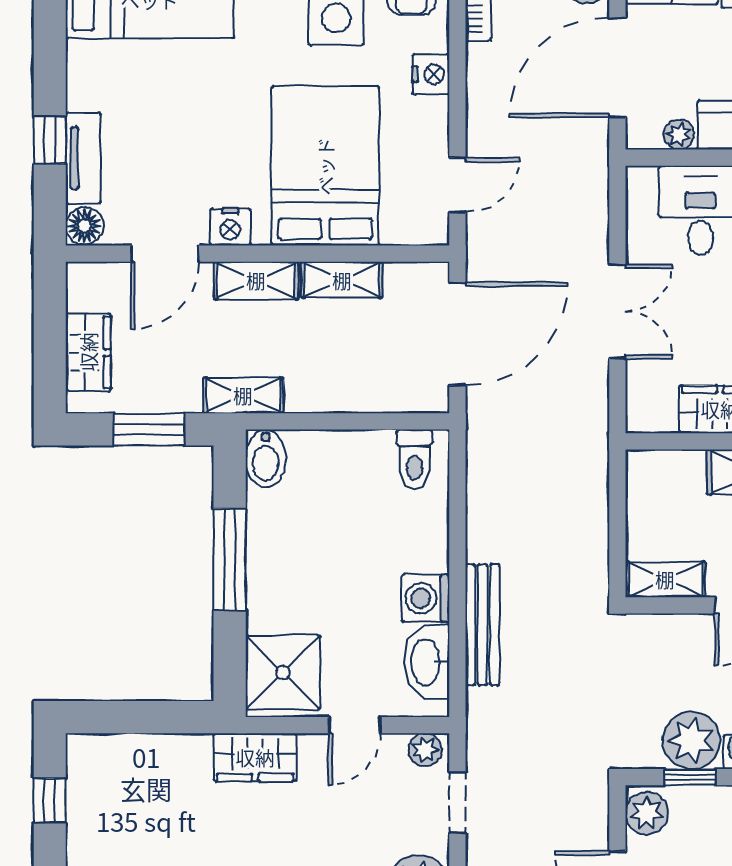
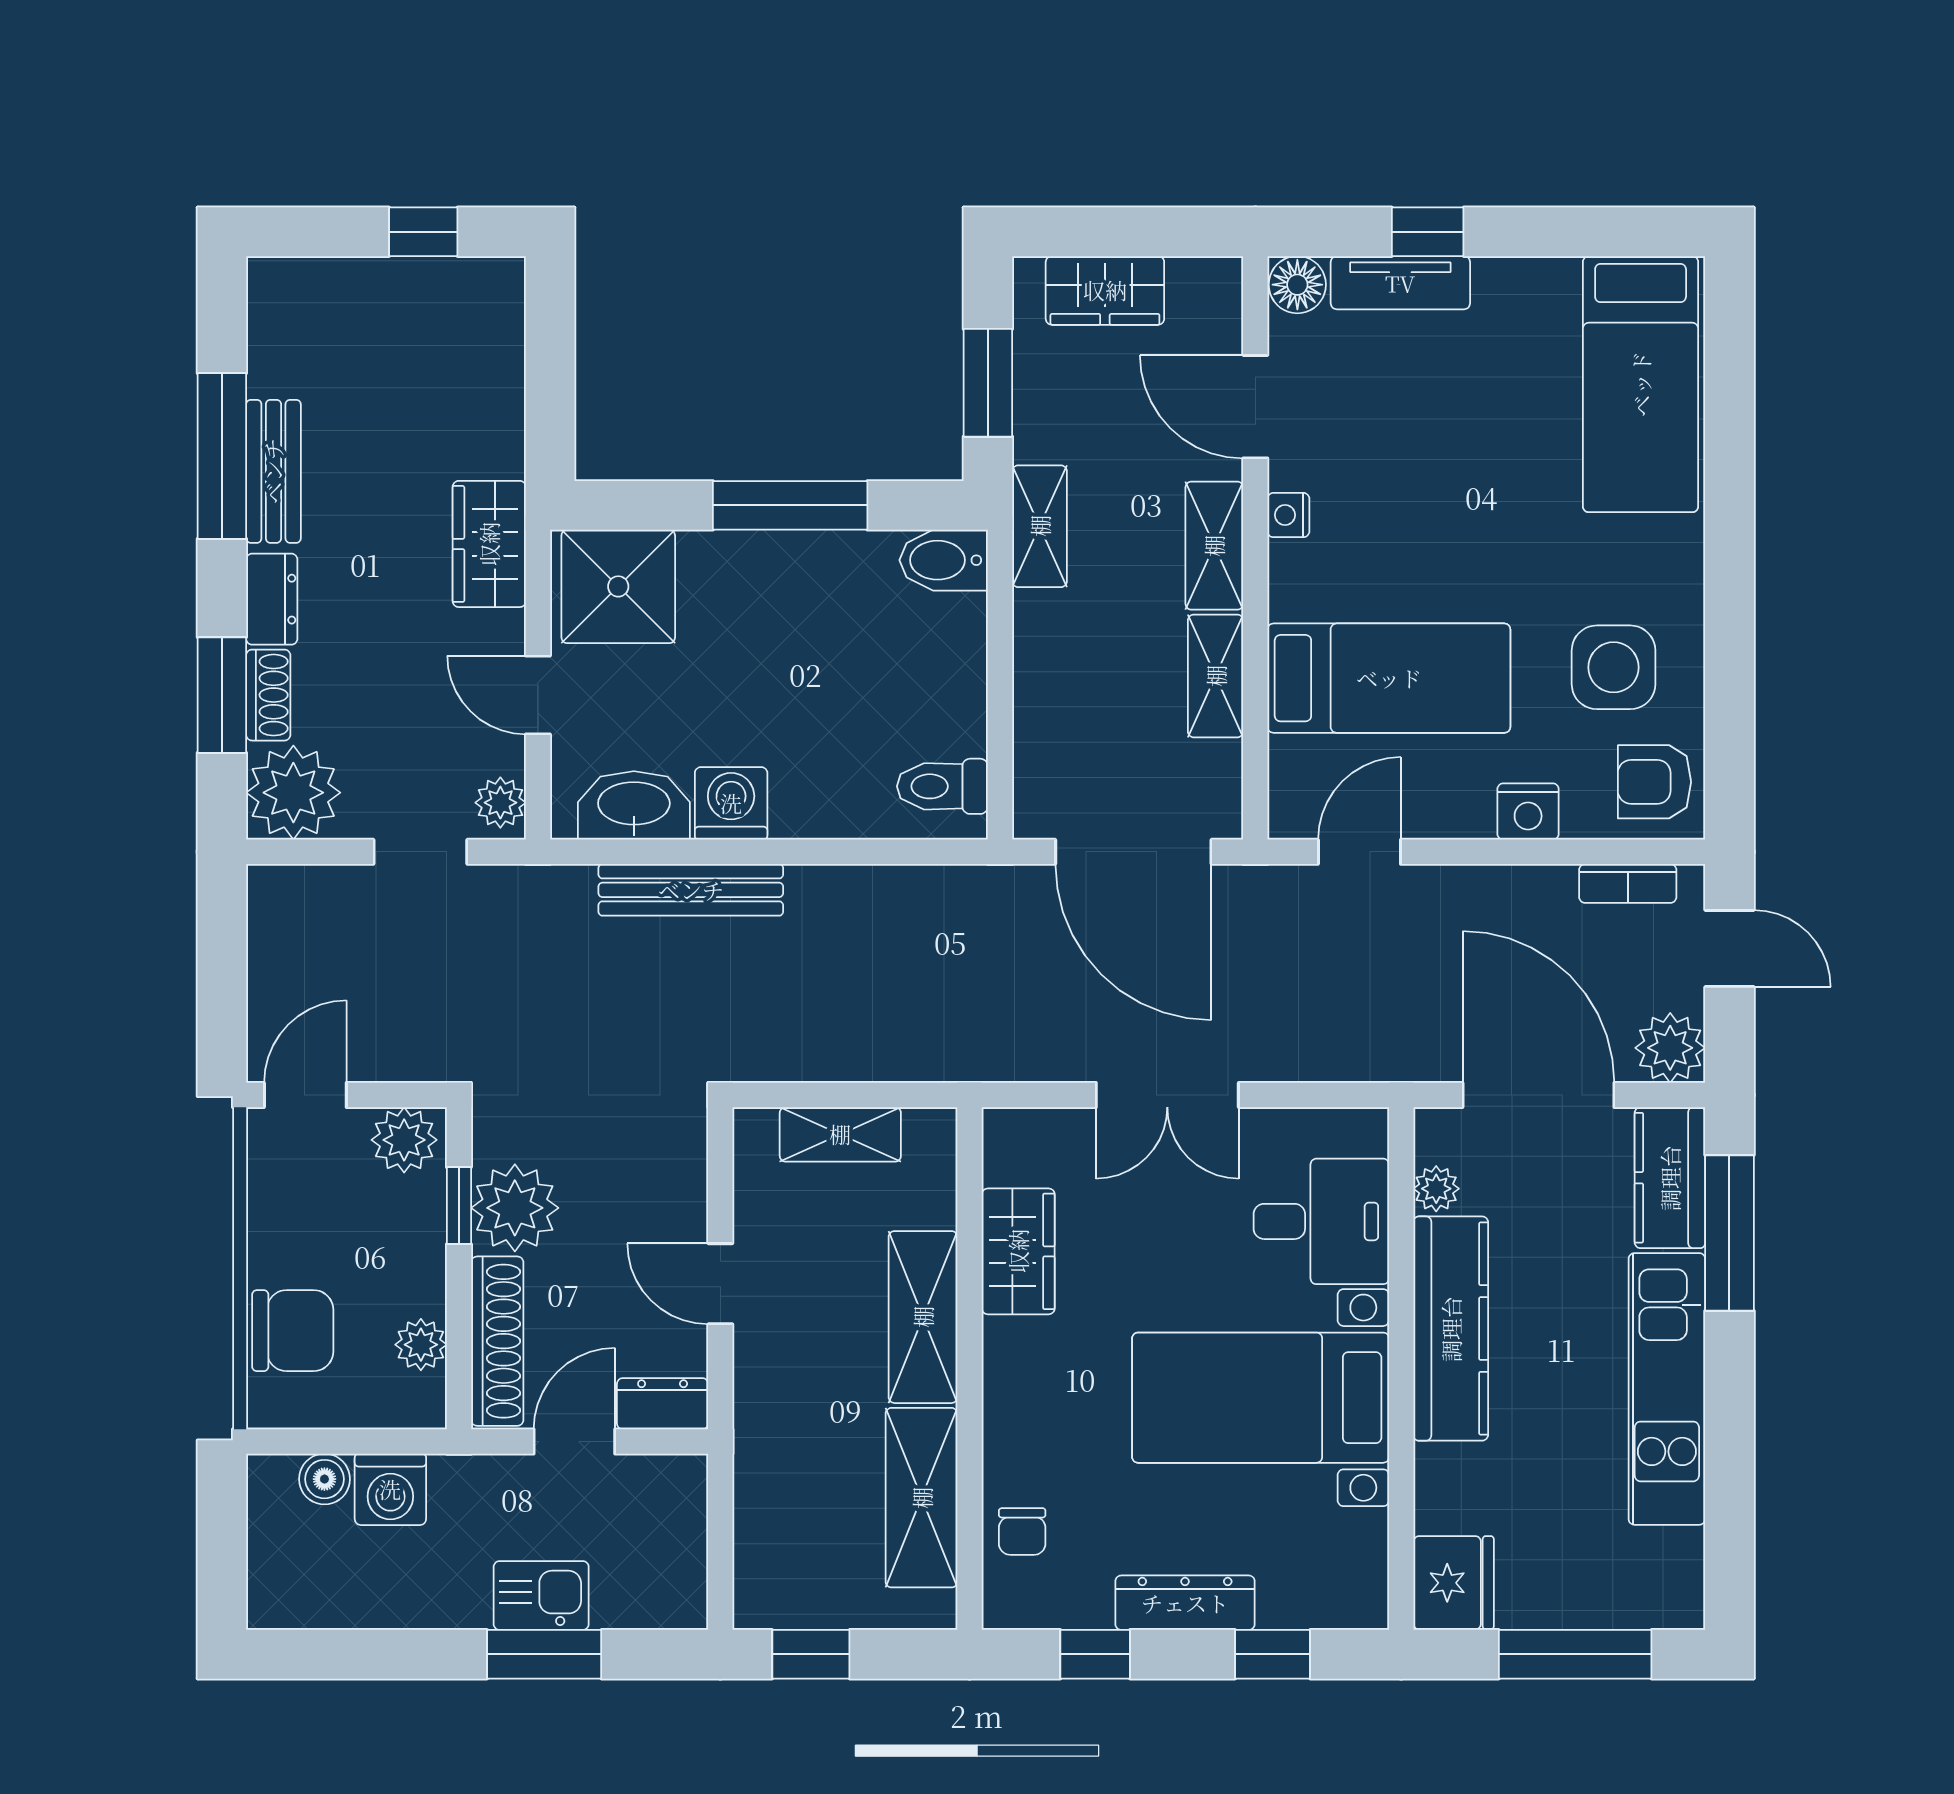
bed: (325, 166) -> (1389, 678), width x0.67
door: (457, 185) -> (1359, 852), swing flipped
nightstand: (230, 227) -> (1288, 515), width x0.72, depth x0.74
shelving: (665, 579) -> (840, 1134), moved, turned 90

